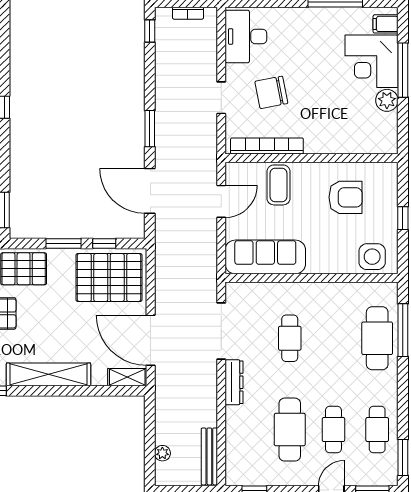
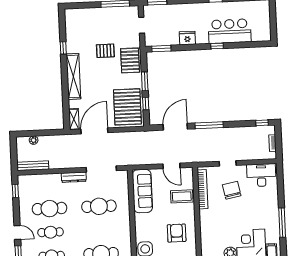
window: (150, 129) -> (209, 125), width x1.44
armchair: (346, 197) -> (177, 233), turned 180
cafe table: (290, 338) -> (99, 206), width x1.37, depth x1.35

